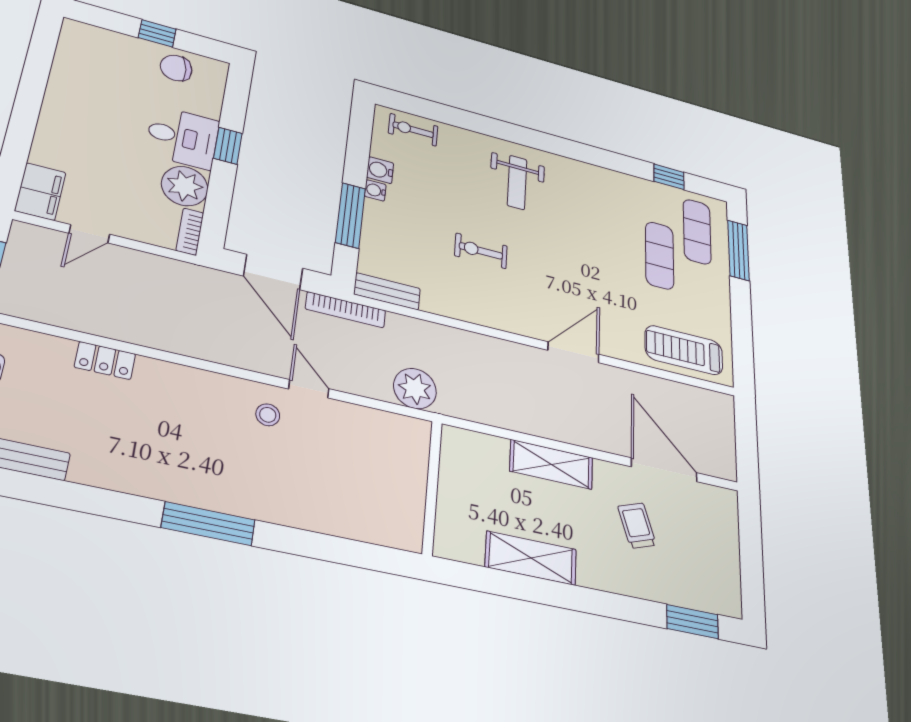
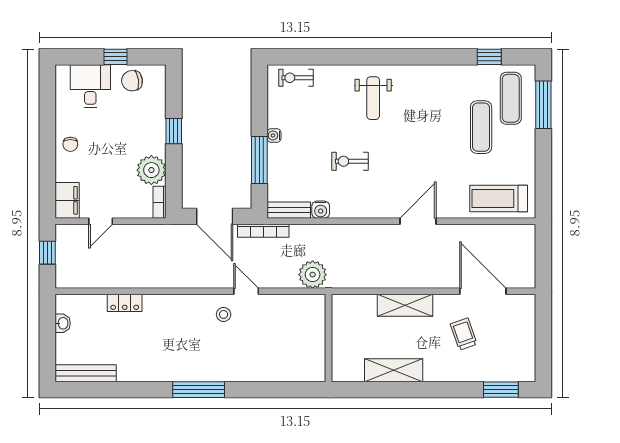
chair: (63, 120) -> (70, 144), added
desk: (182, 137) -> (90, 86), moved, turned -90
water cooler: (380, 170) -> (321, 210), moved, turned -90

